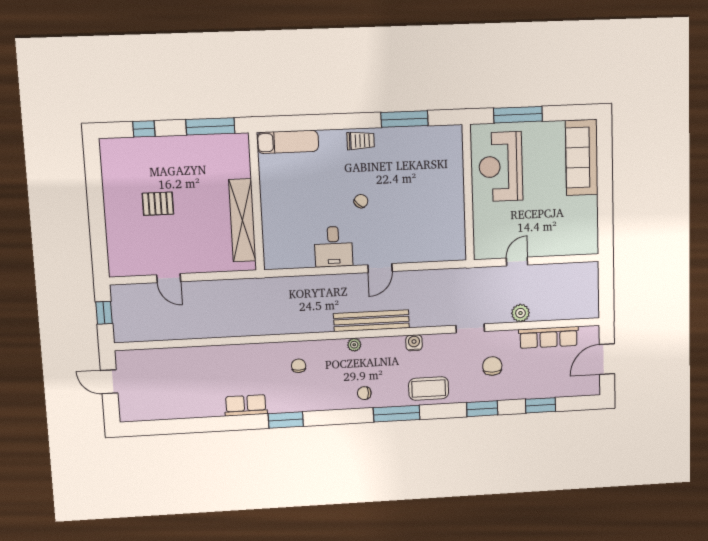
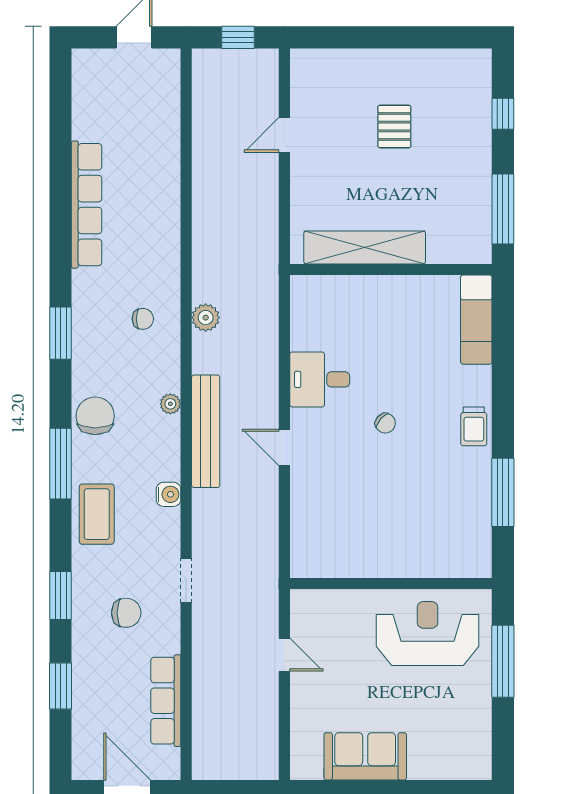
sofa: (582, 158) -> (365, 756), moved, width x0.73
plant: (520, 313) -> (206, 318), moved
chair: (364, 393) -> (95, 416), width x1.87, depth x1.87
row of seats: (246, 405) -> (87, 205), width x2.02
window: (286, 420) -> (61, 333), moved

